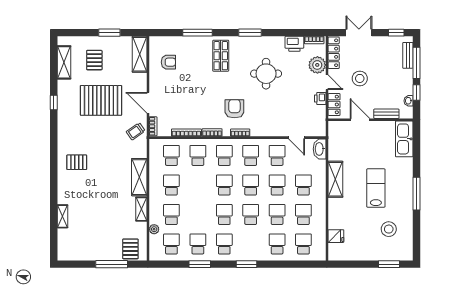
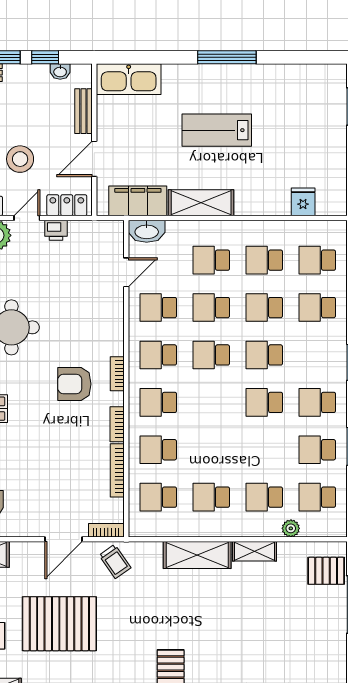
pallet: (101, 100) -> (59, 624), turned 90
filing cabinet: (336, 144) -> (138, 201), added
school desk: (224, 185) -> (211, 402), removed
stool: (389, 229) -> (290, 107), removed

